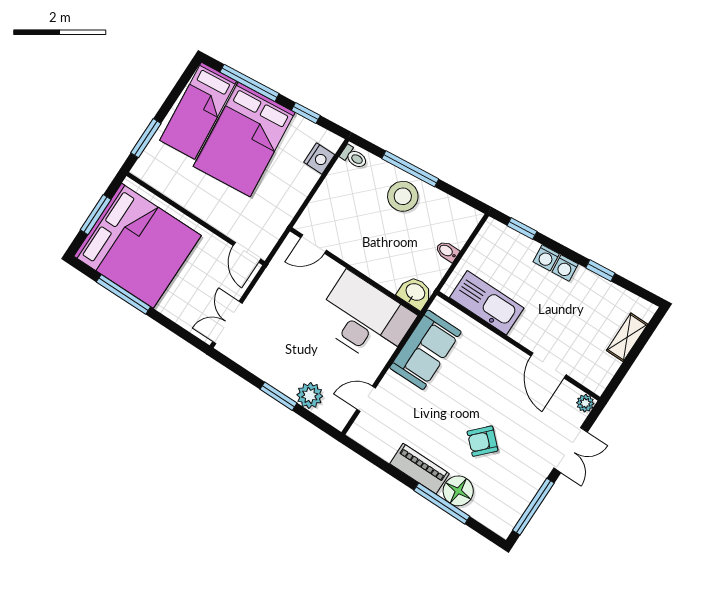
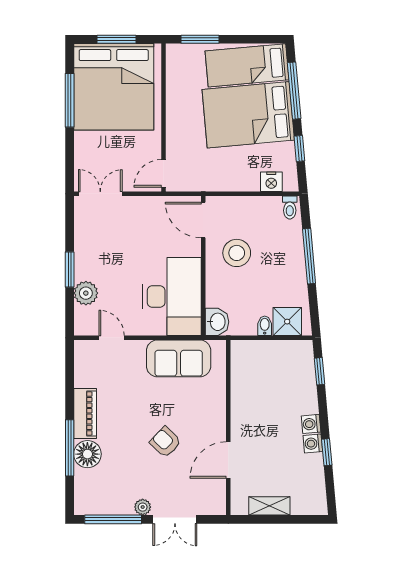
stool: (403, 196) -> (237, 253), moved
shower: (457, 228) -> (287, 322), added
door: (313, 244) -> (203, 220), width x1.38
washing machine: (546, 258) -> (313, 444), moved
kitchen sink: (487, 303) -> (245, 382), removed
shelving: (627, 337) -> (269, 506), moved
plant: (585, 403) -> (143, 507), moved
armchair: (483, 441) -> (165, 442), moved

